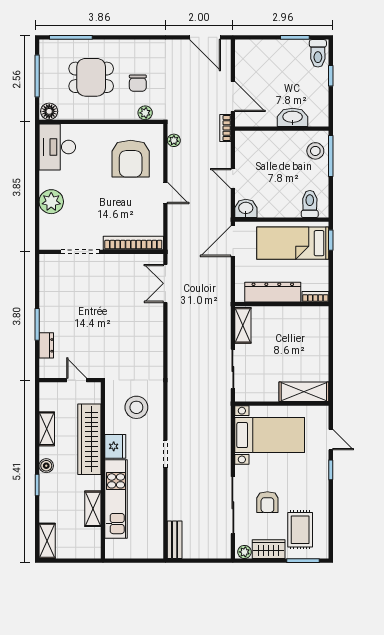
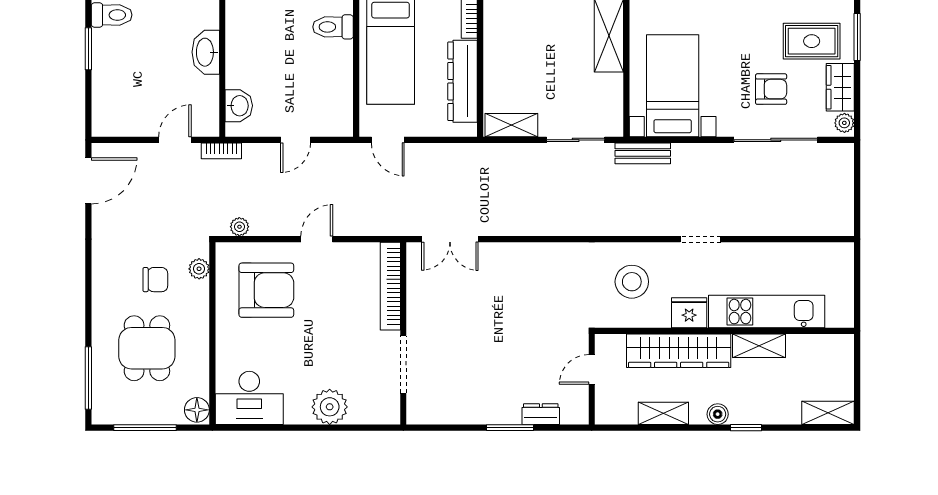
door: (233, 96) -> (175, 140), width x0.73
stool: (315, 151) -> (255, 19), removed
washbasin: (246, 208) -> (239, 106), moved, turned 180
door: (233, 241) -> (388, 140), width x0.73
shelving: (93, 509) -> (759, 346), moved
bench: (175, 540) -> (643, 153), moved

